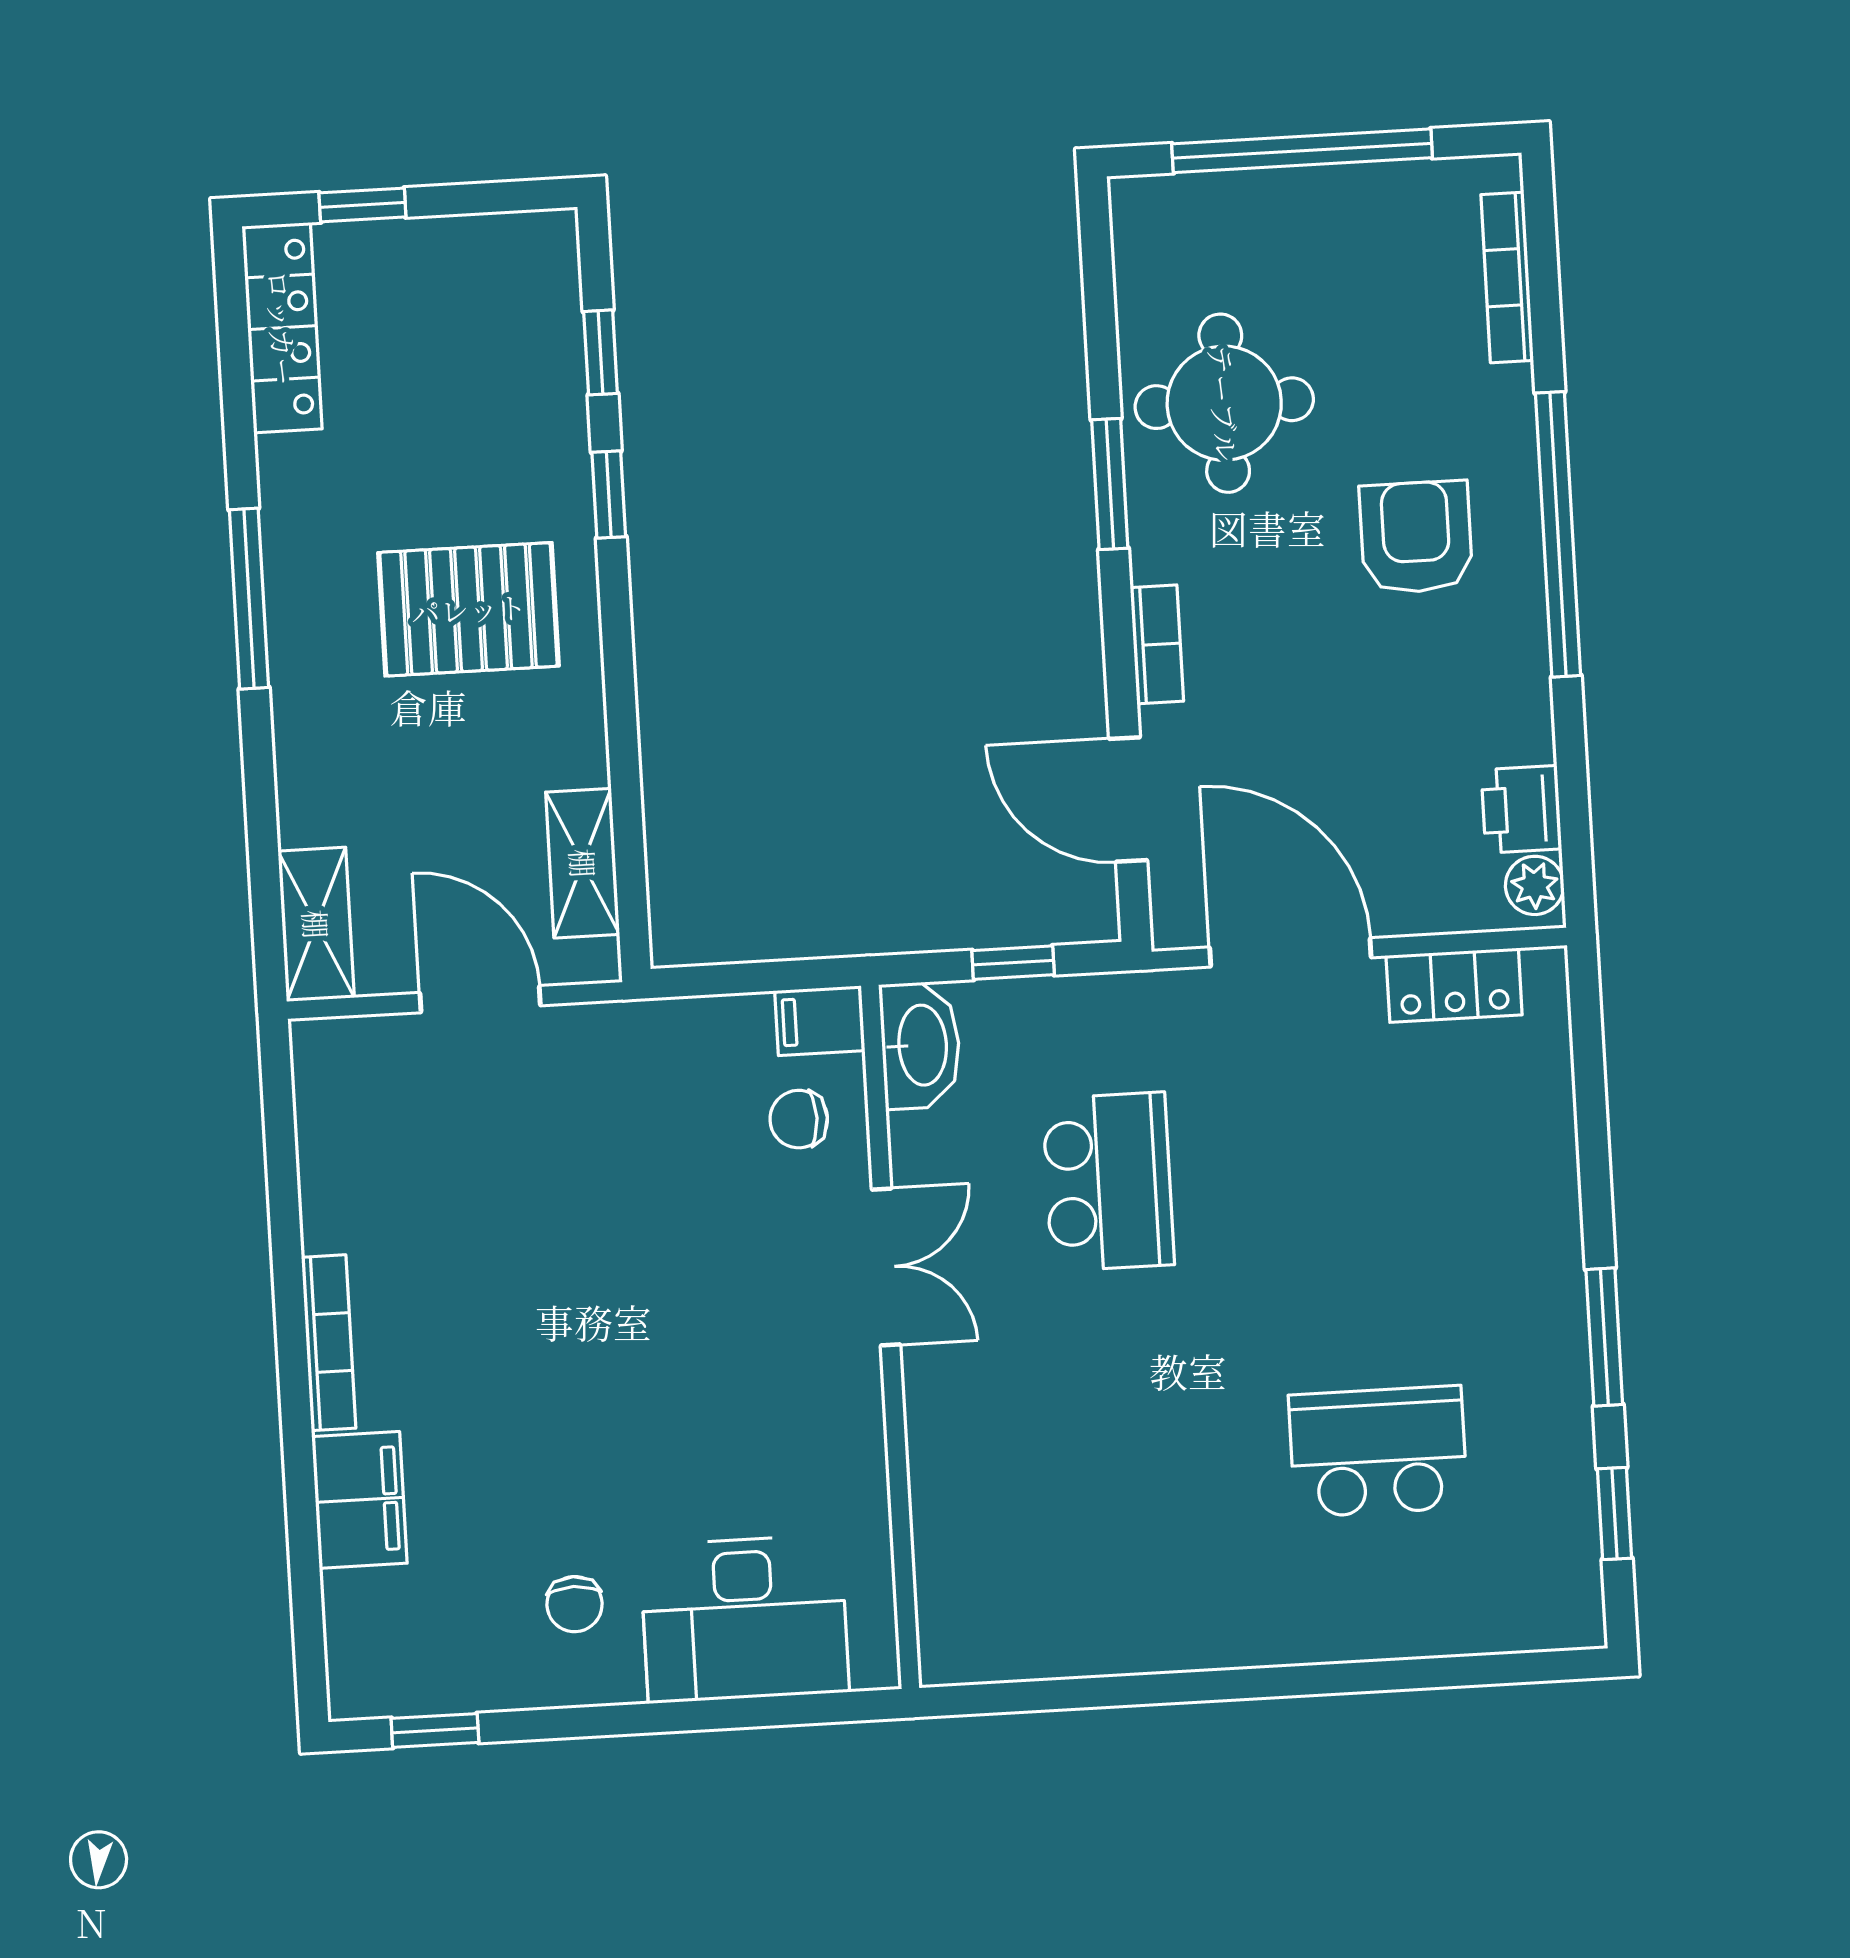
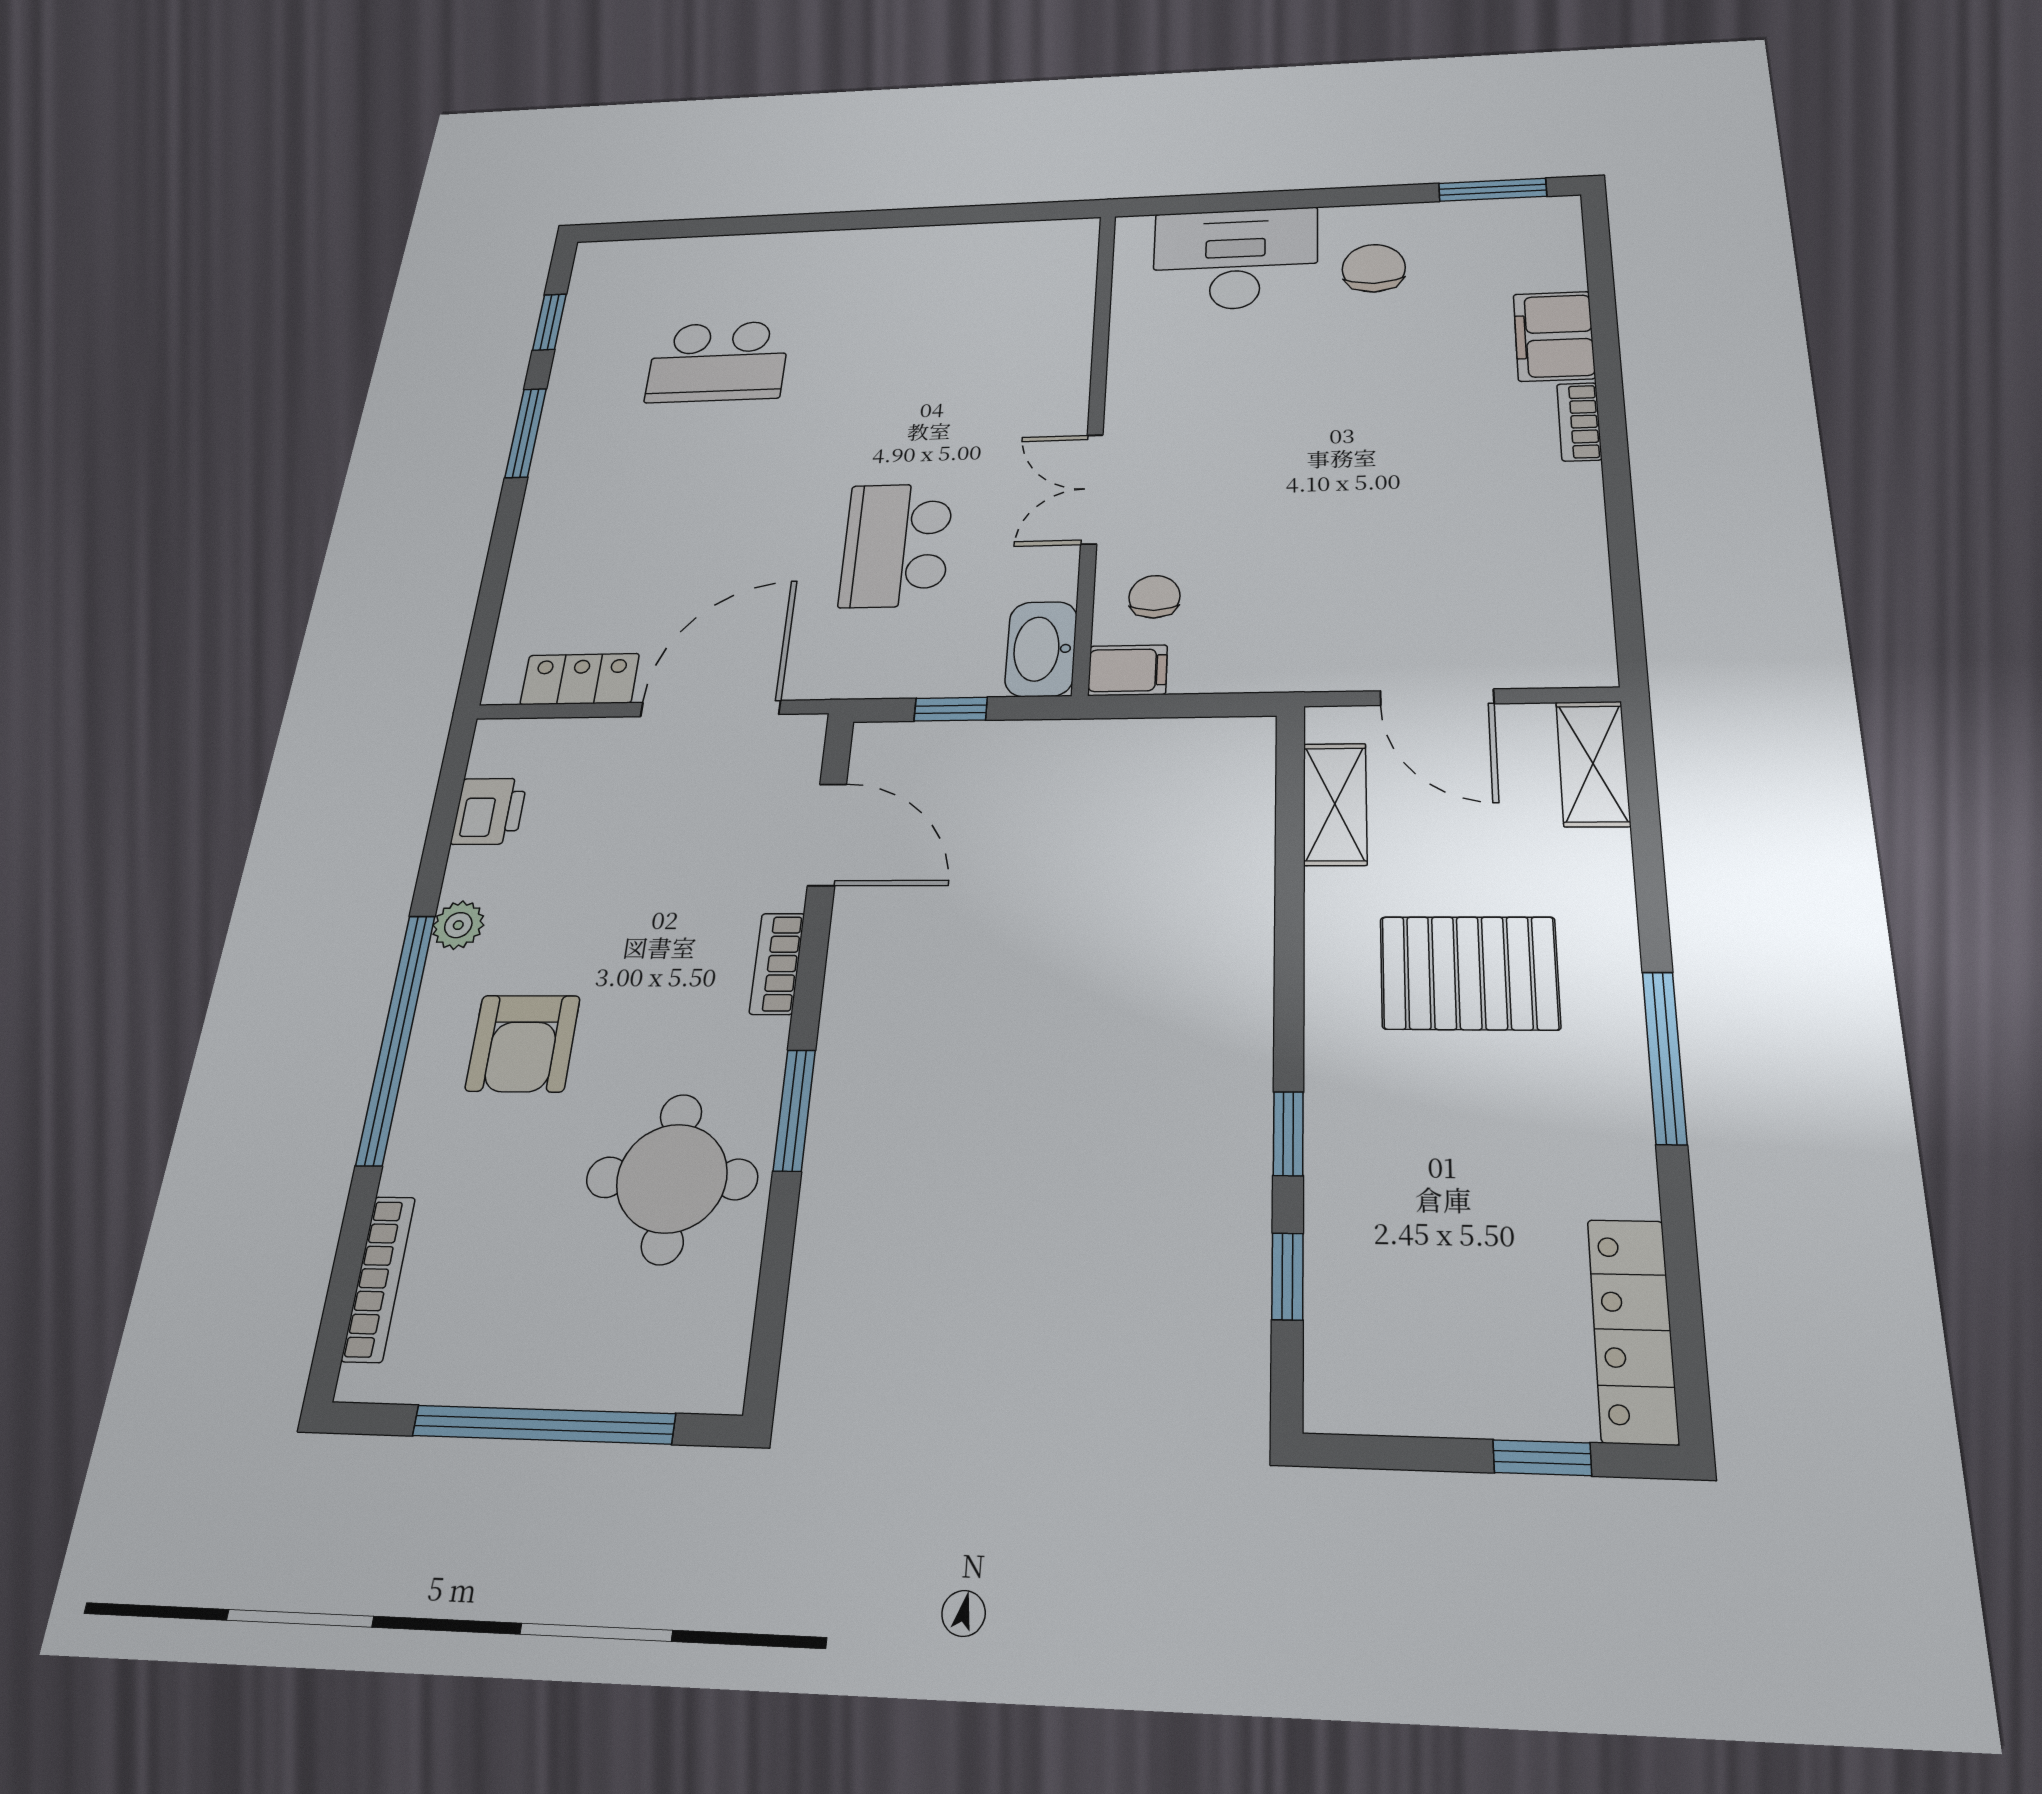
pallet: (469, 609) -> (1469, 973), moved
plant: (1535, 885) -> (458, 925), moved
door: (1290, 952) -> (710, 708), swing flipped
chair: (799, 1119) -> (1154, 597), turned -90
bookcase: (329, 1343) -> (1579, 422), width x0.64
chair: (575, 1604) -> (1374, 268), width x1.37, depth x1.37
window: (435, 1730) -> (1493, 190), width x1.50

